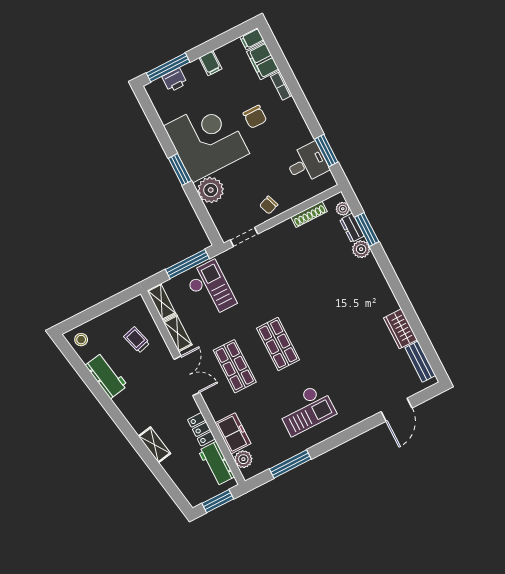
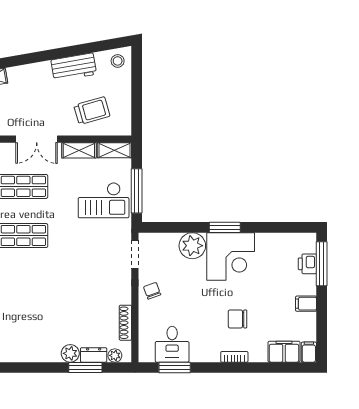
bookcase: (281, 86) -> (234, 357), moved
corner desk: (206, 140) -> (231, 256), width x0.74, depth x0.74
trolley: (137, 340) -> (92, 111), width x1.36, depth x1.39

